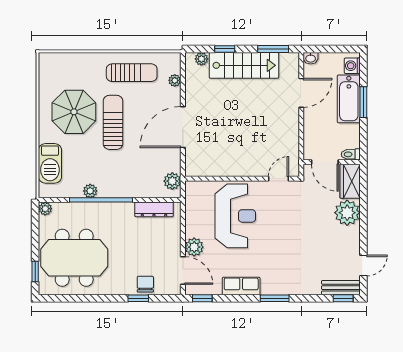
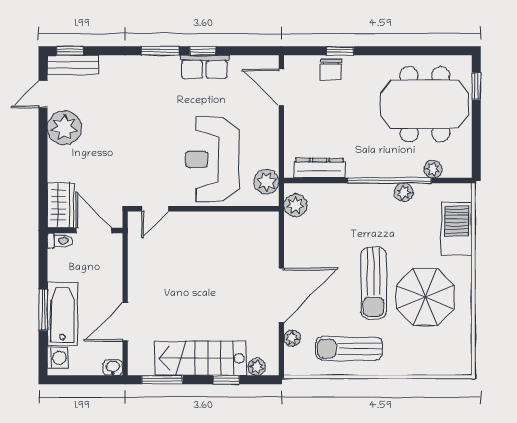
door: (183, 127) -> (281, 295), moved
plant: (45, 209) -> (433, 169), moved
plant: (347, 213) -> (64, 128), moved
plant: (194, 247) -> (266, 182), moved
window: (202, 298) -> (203, 51), moved

